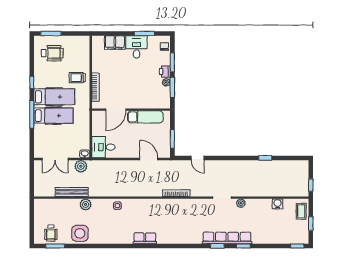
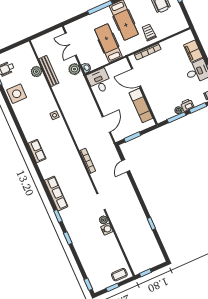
hospital bed: (53, 116) -> (108, 43), moved, turned 180
plant: (86, 204) -> (36, 72), moved
water cooler: (278, 204) -> (107, 229), moved
row of seats: (227, 238) -> (56, 193), moved, width x0.73

